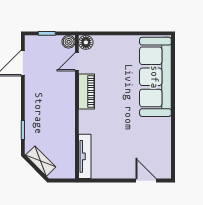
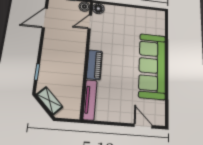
sofa: (155, 77) -> (152, 66), moved
piano: (87, 91) -> (94, 65), moved

